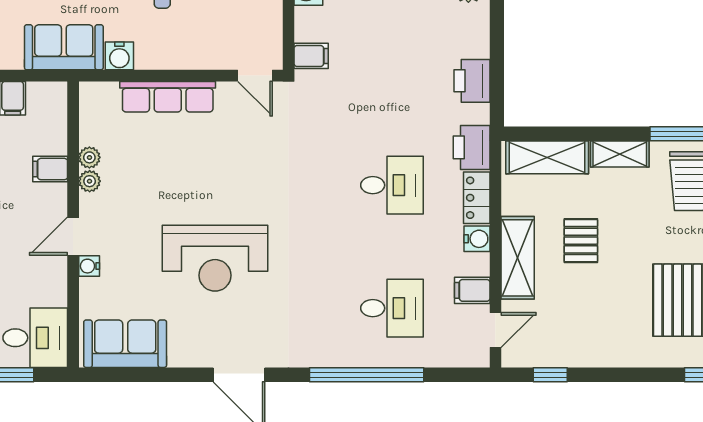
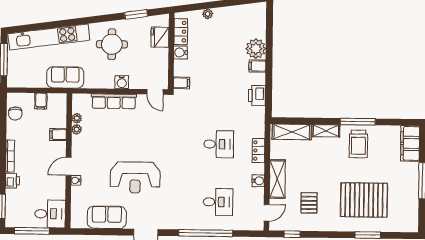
water cooler: (119, 56) -> (122, 82), moved
printer: (472, 147) -> (256, 127), removed
plant: (90, 181) -> (77, 118), moved
water cooler: (477, 239) -> (258, 181), moved
pallet: (581, 241) -> (309, 203), moved
filing cabinet: (472, 290) -> (257, 66), moved
sofa: (125, 344) -> (107, 217), moved

